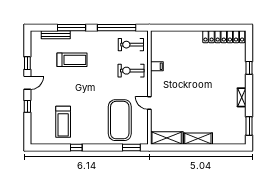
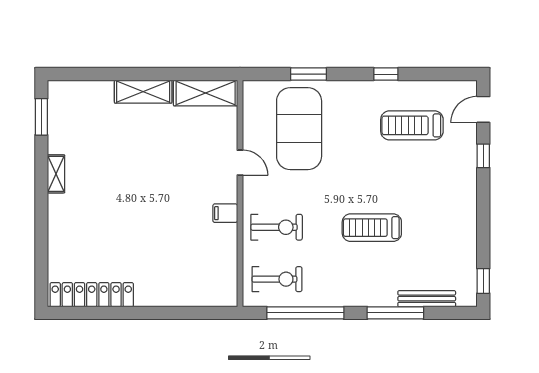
treadmill: (72, 60) -> (372, 228), moved
window: (27, 63) -> (483, 281), moved
filing cabinet: (157, 66) -> (225, 213), moved
window: (249, 68) -> (41, 233), removed
door: (27, 83) -> (483, 109), moved
treadmill: (63, 122) -> (412, 125), turned -90
window: (131, 147) -> (309, 74), moved

